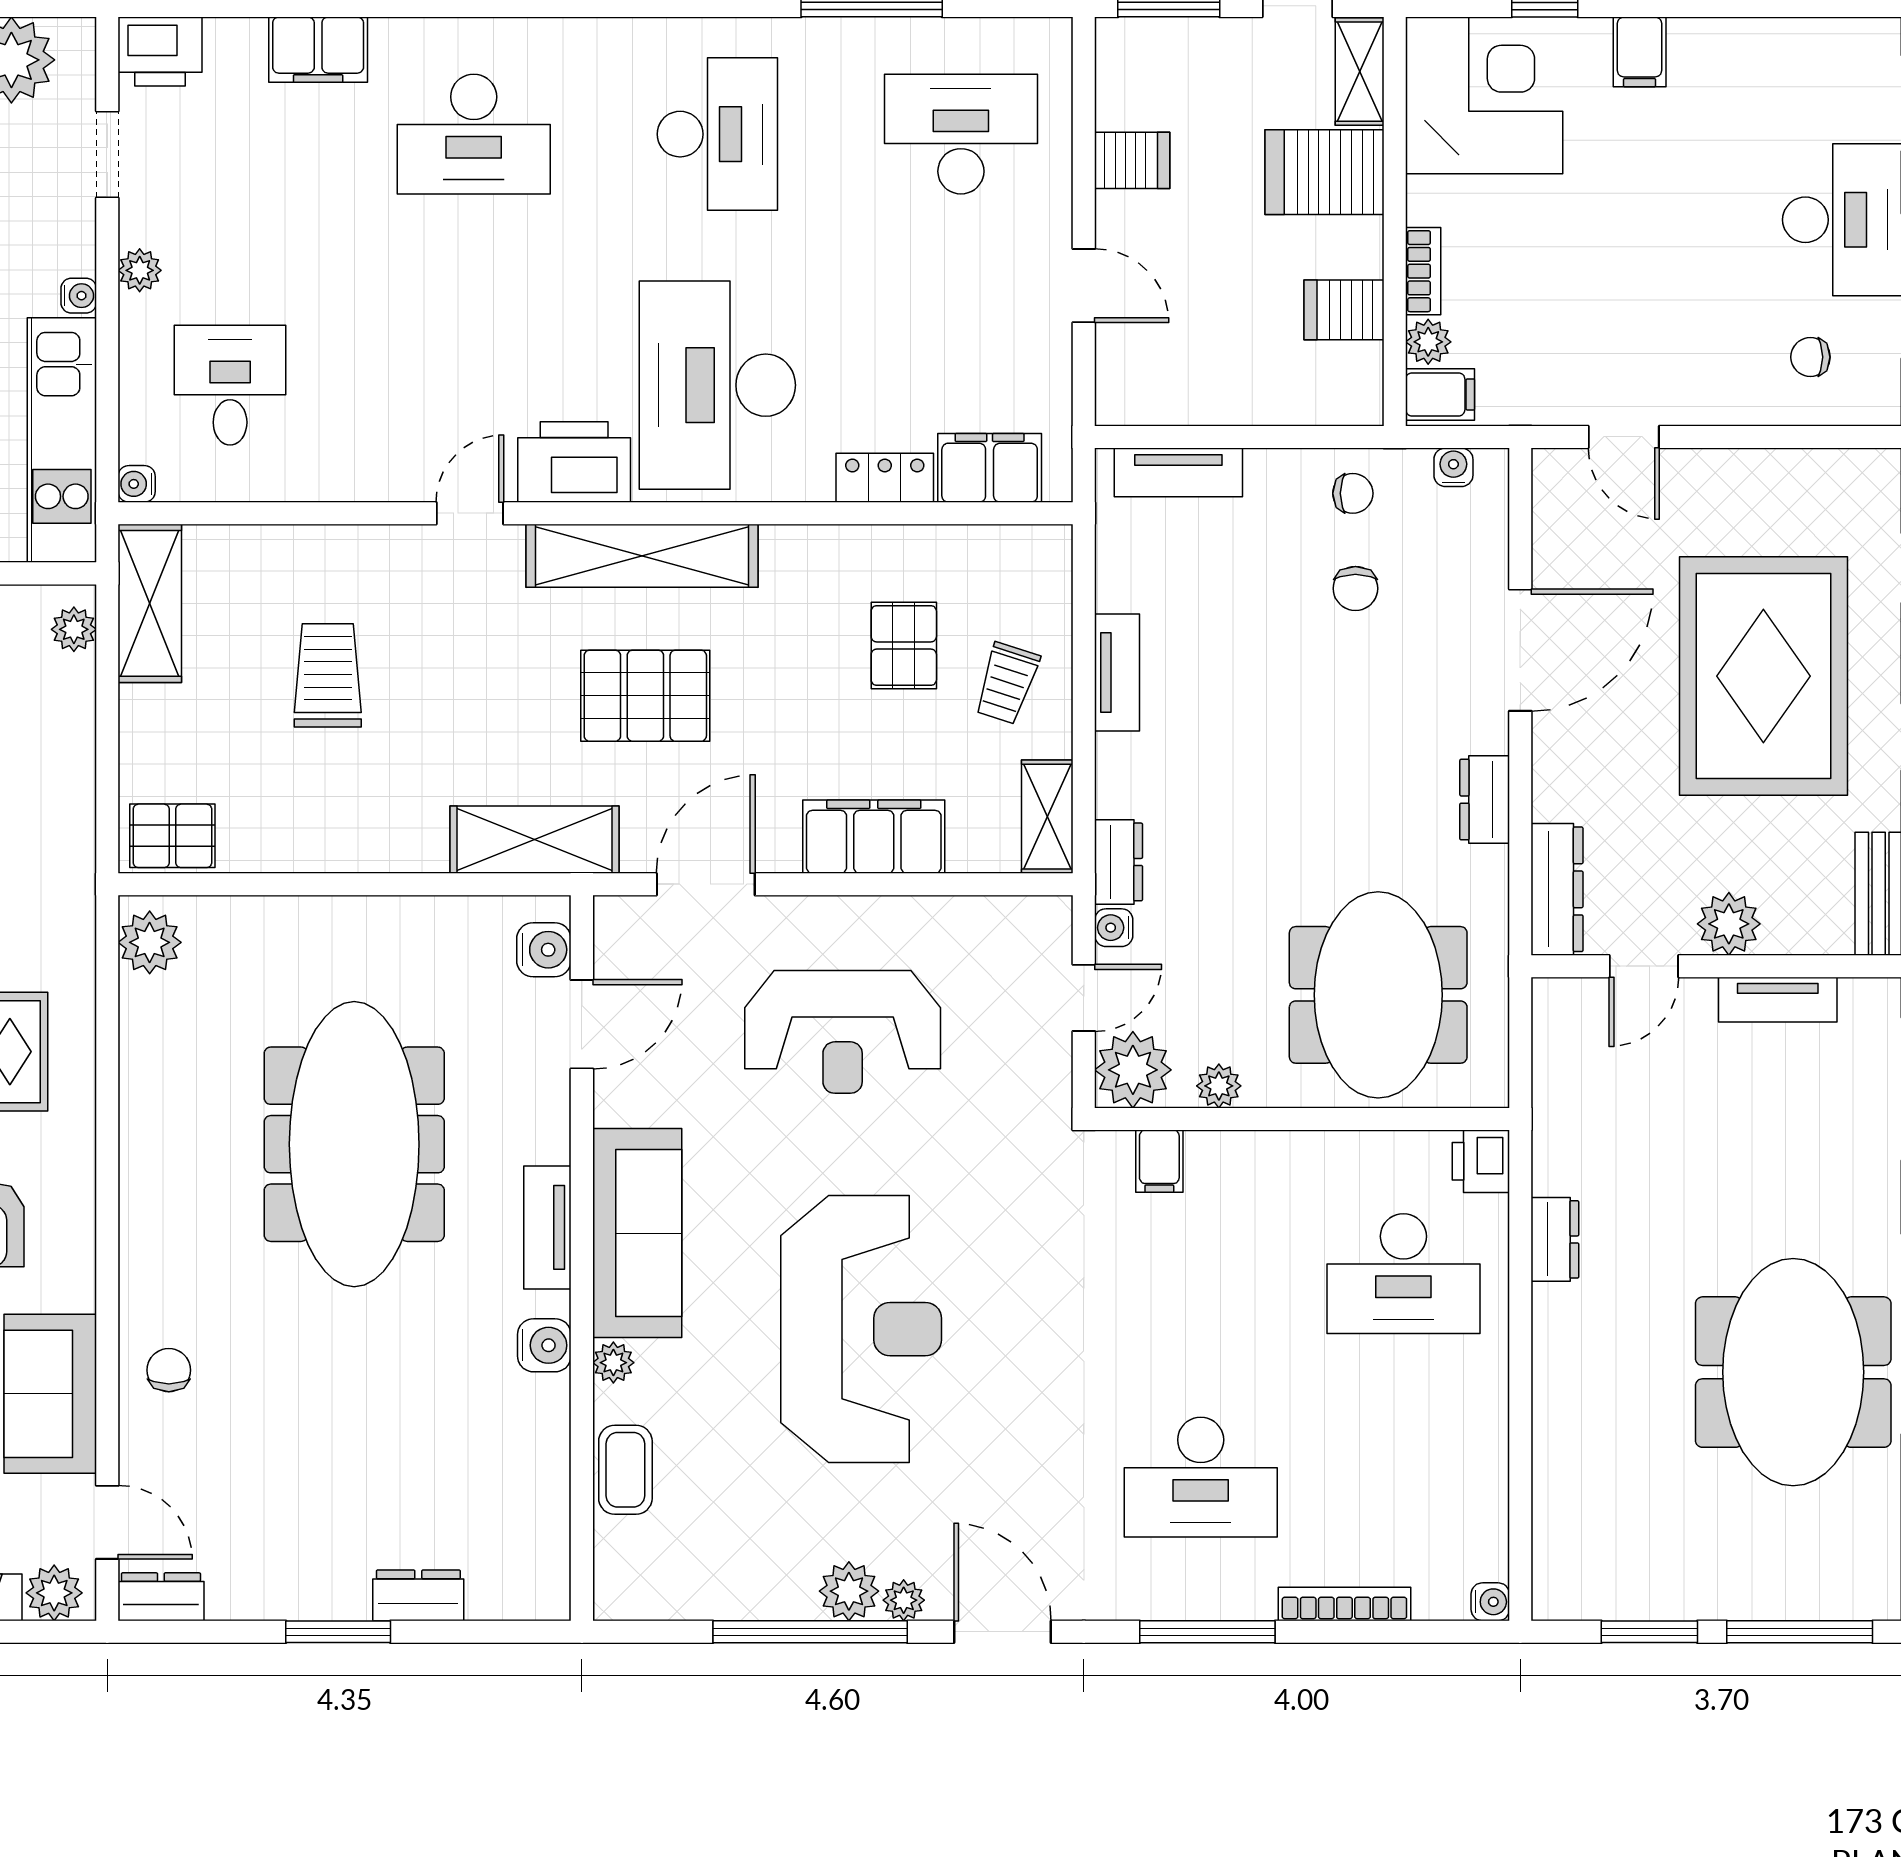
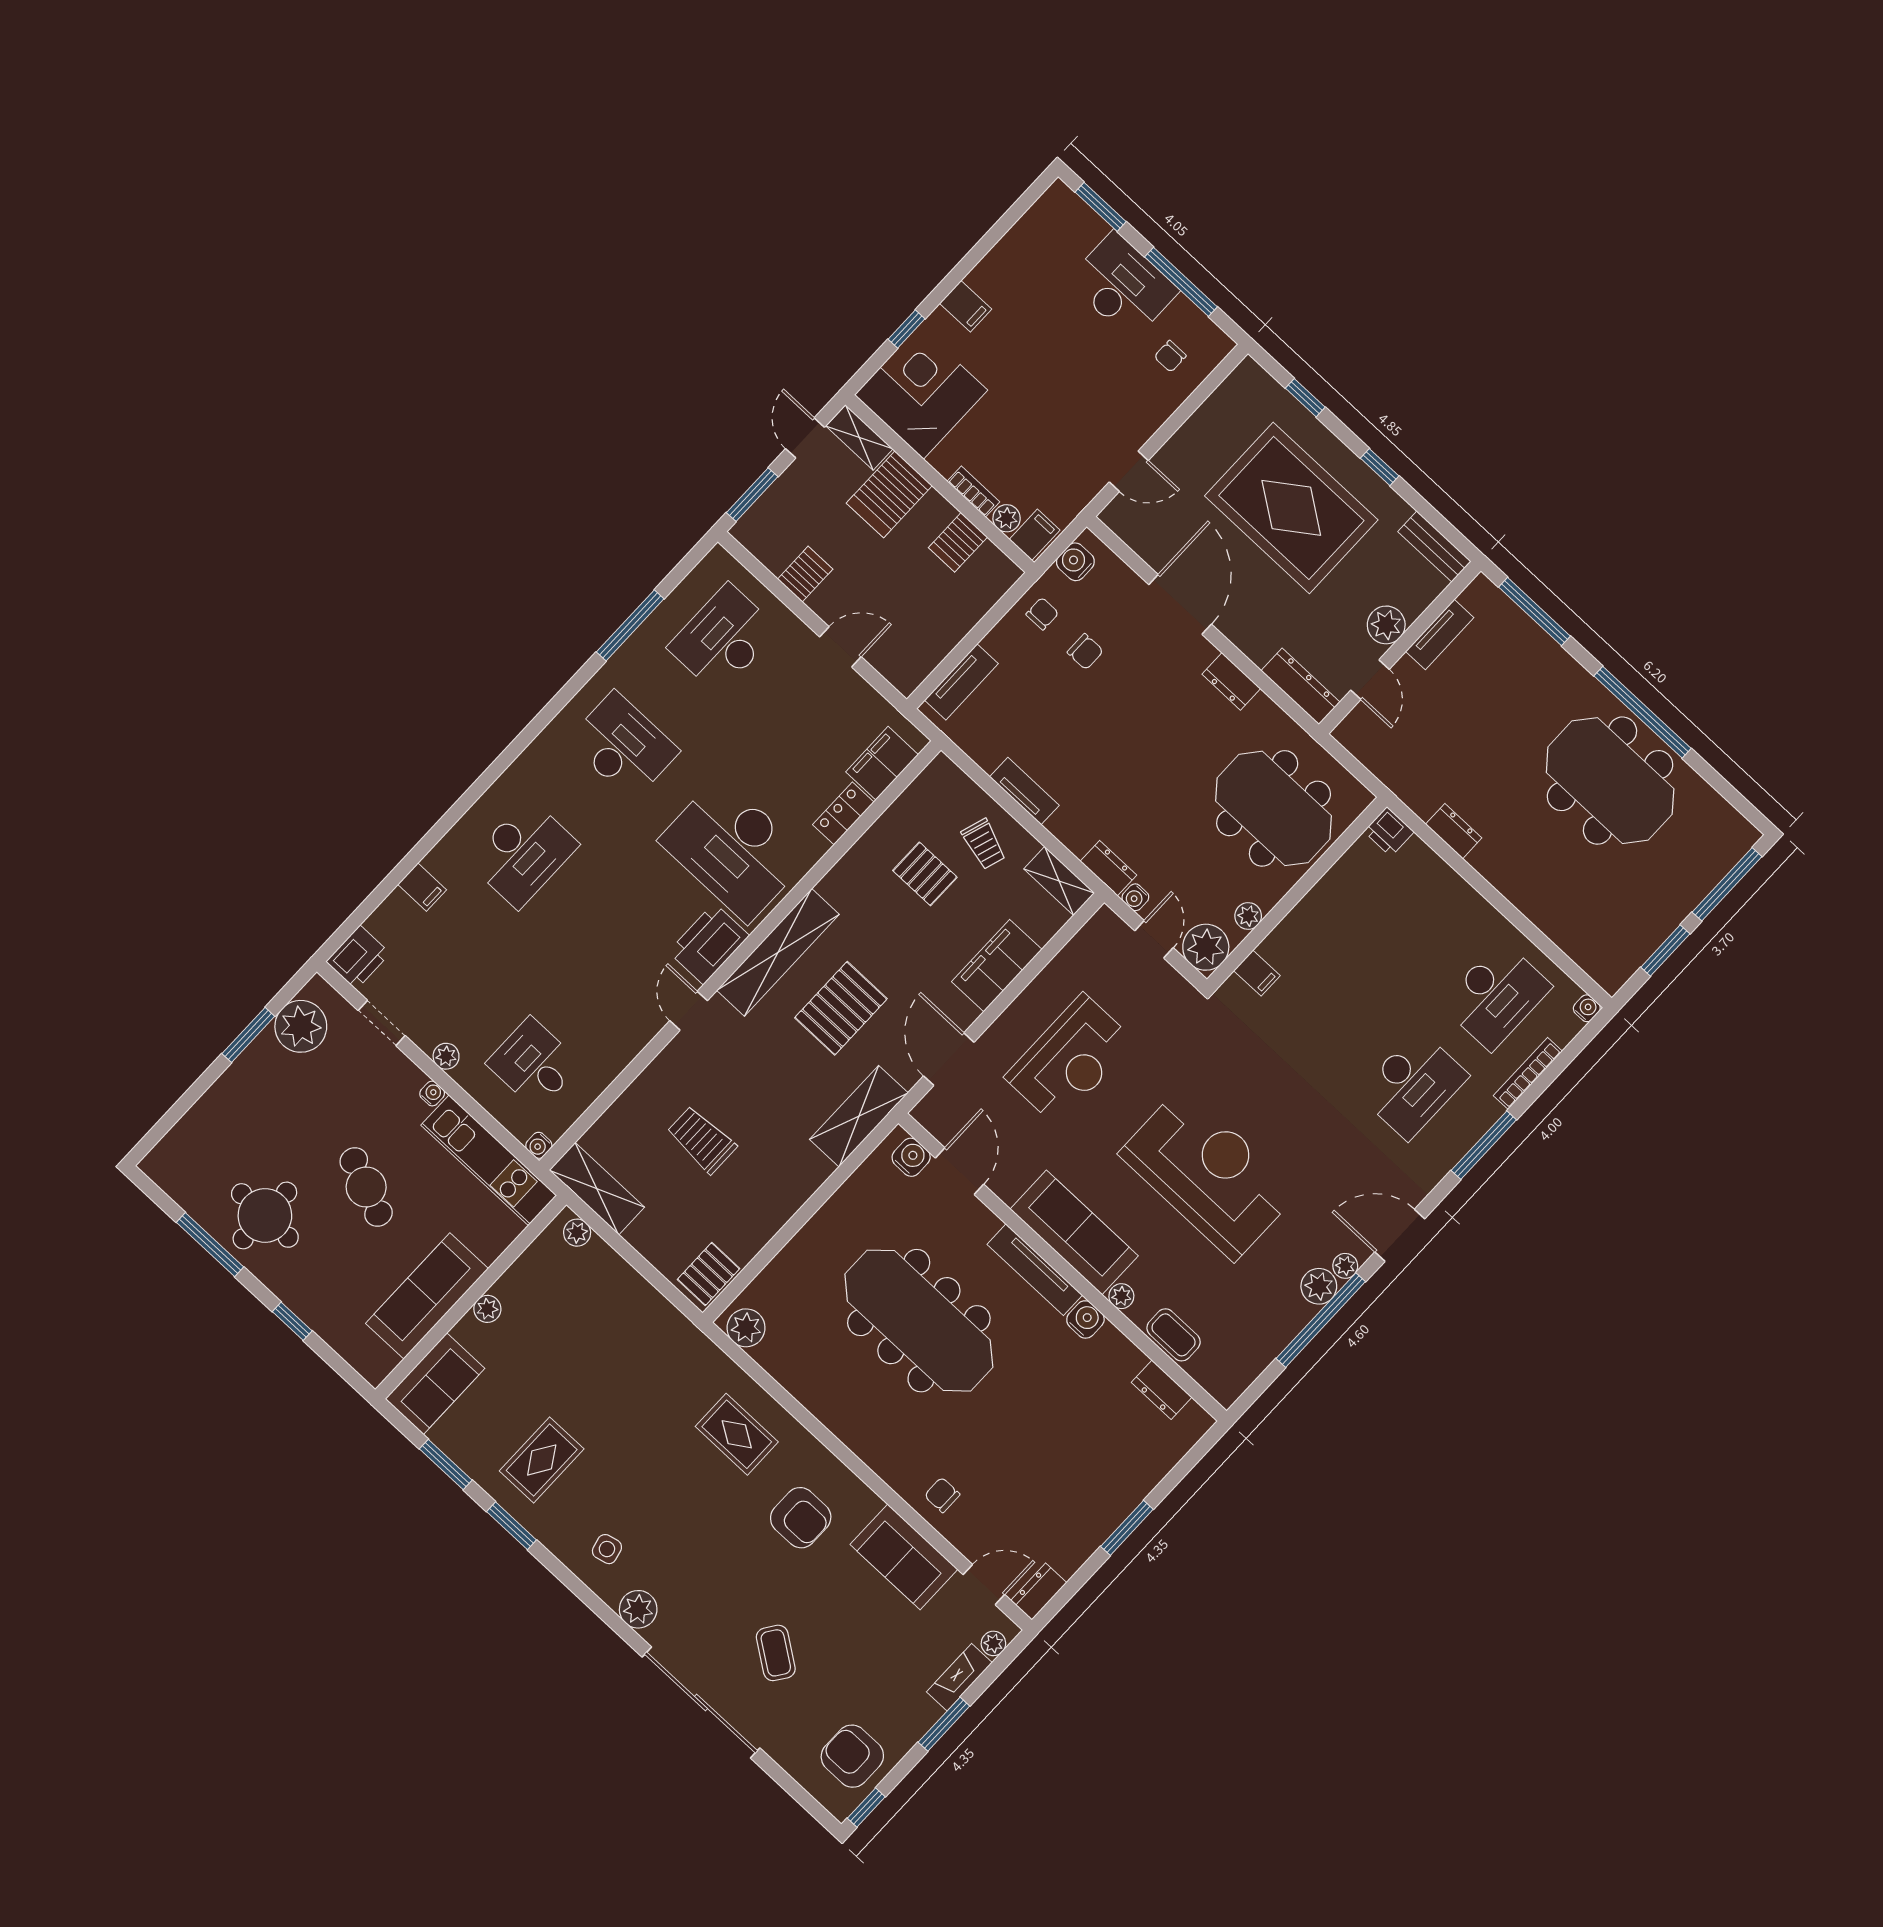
filing cabinet: (318, 50) -> (422, 887), width x0.50
water cooler: (1453, 467) -> (1075, 562), width x1.38, depth x1.38
tv unit: (547, 1227) -> (1035, 1270), width x1.41
desk: (1403, 1274) -> (1496, 995), moved
plant: (54, 1593) -> (993, 1643), width x0.73, depth x0.73
dresser: (418, 1595) -> (1162, 1390), moved, turned -90

